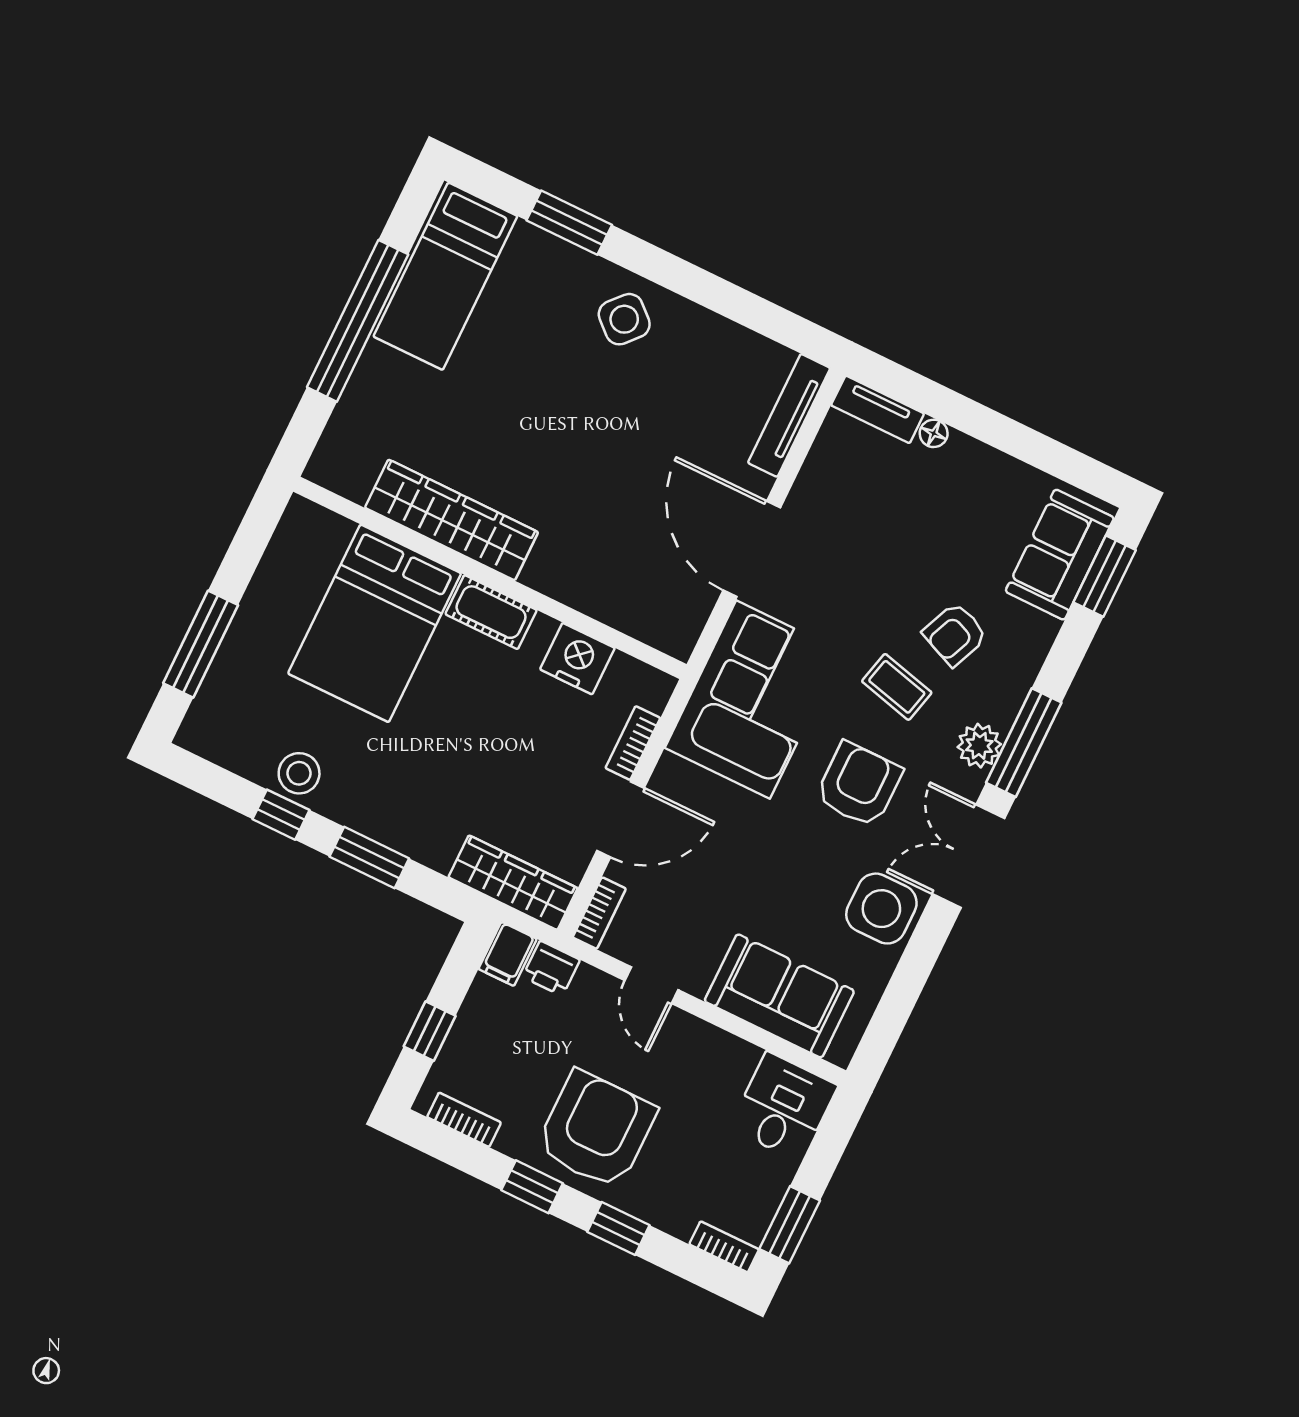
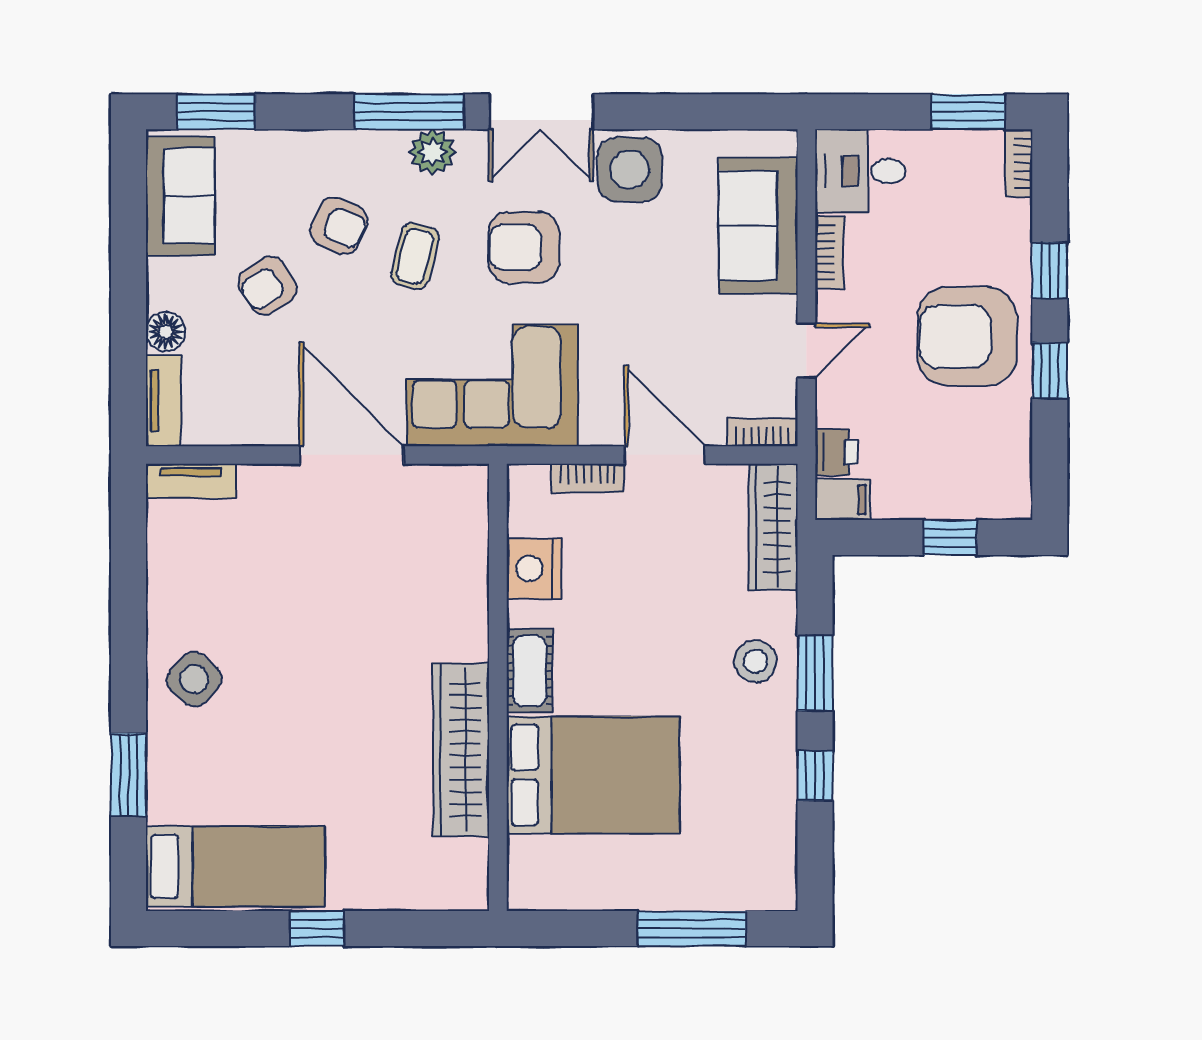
window: (358, 321) -> (317, 929), width x0.32
tv unit: (789, 415) -> (191, 481), width x0.71
floor lamp: (934, 433) -> (166, 332), width x1.37, depth x1.37
armchair: (933, 547) -> (267, 286), added
door: (752, 549) -> (352, 455), swing flipped
sofa: (1060, 555) -> (180, 196), moved, turned -90
stool: (299, 773) -> (755, 661), moved
bookcase: (464, 1120) -> (829, 253), moved, turned 180

